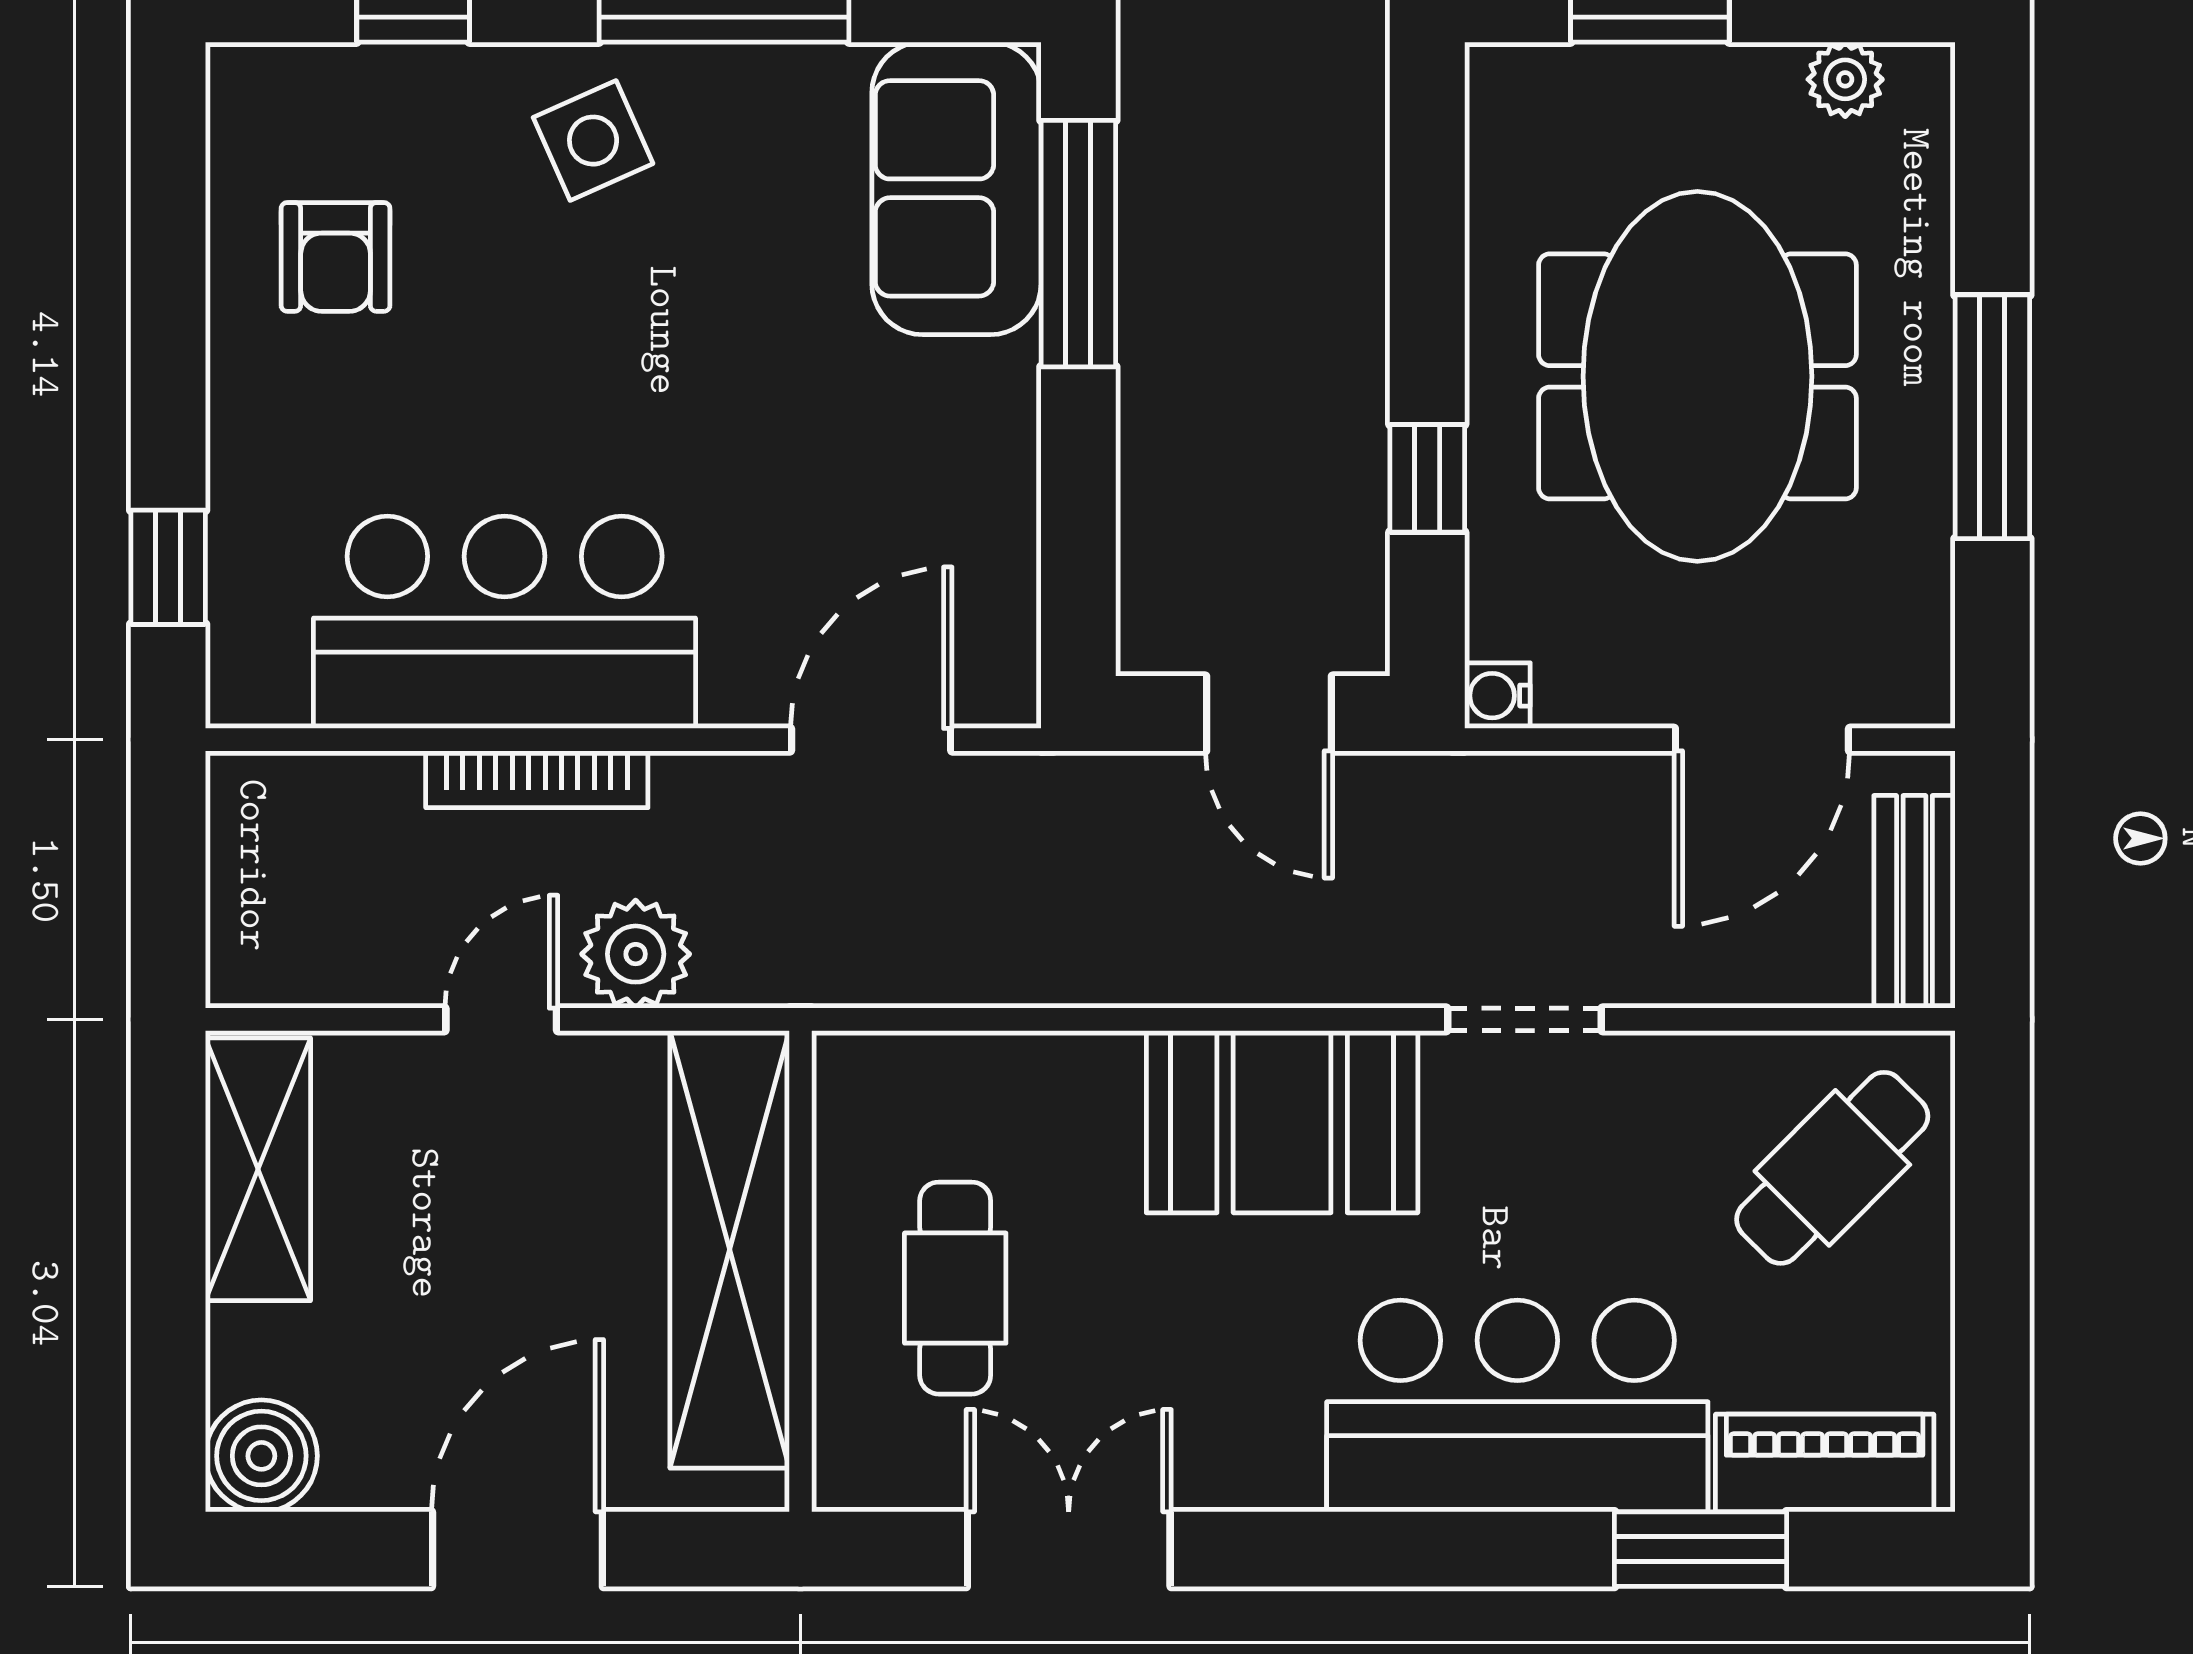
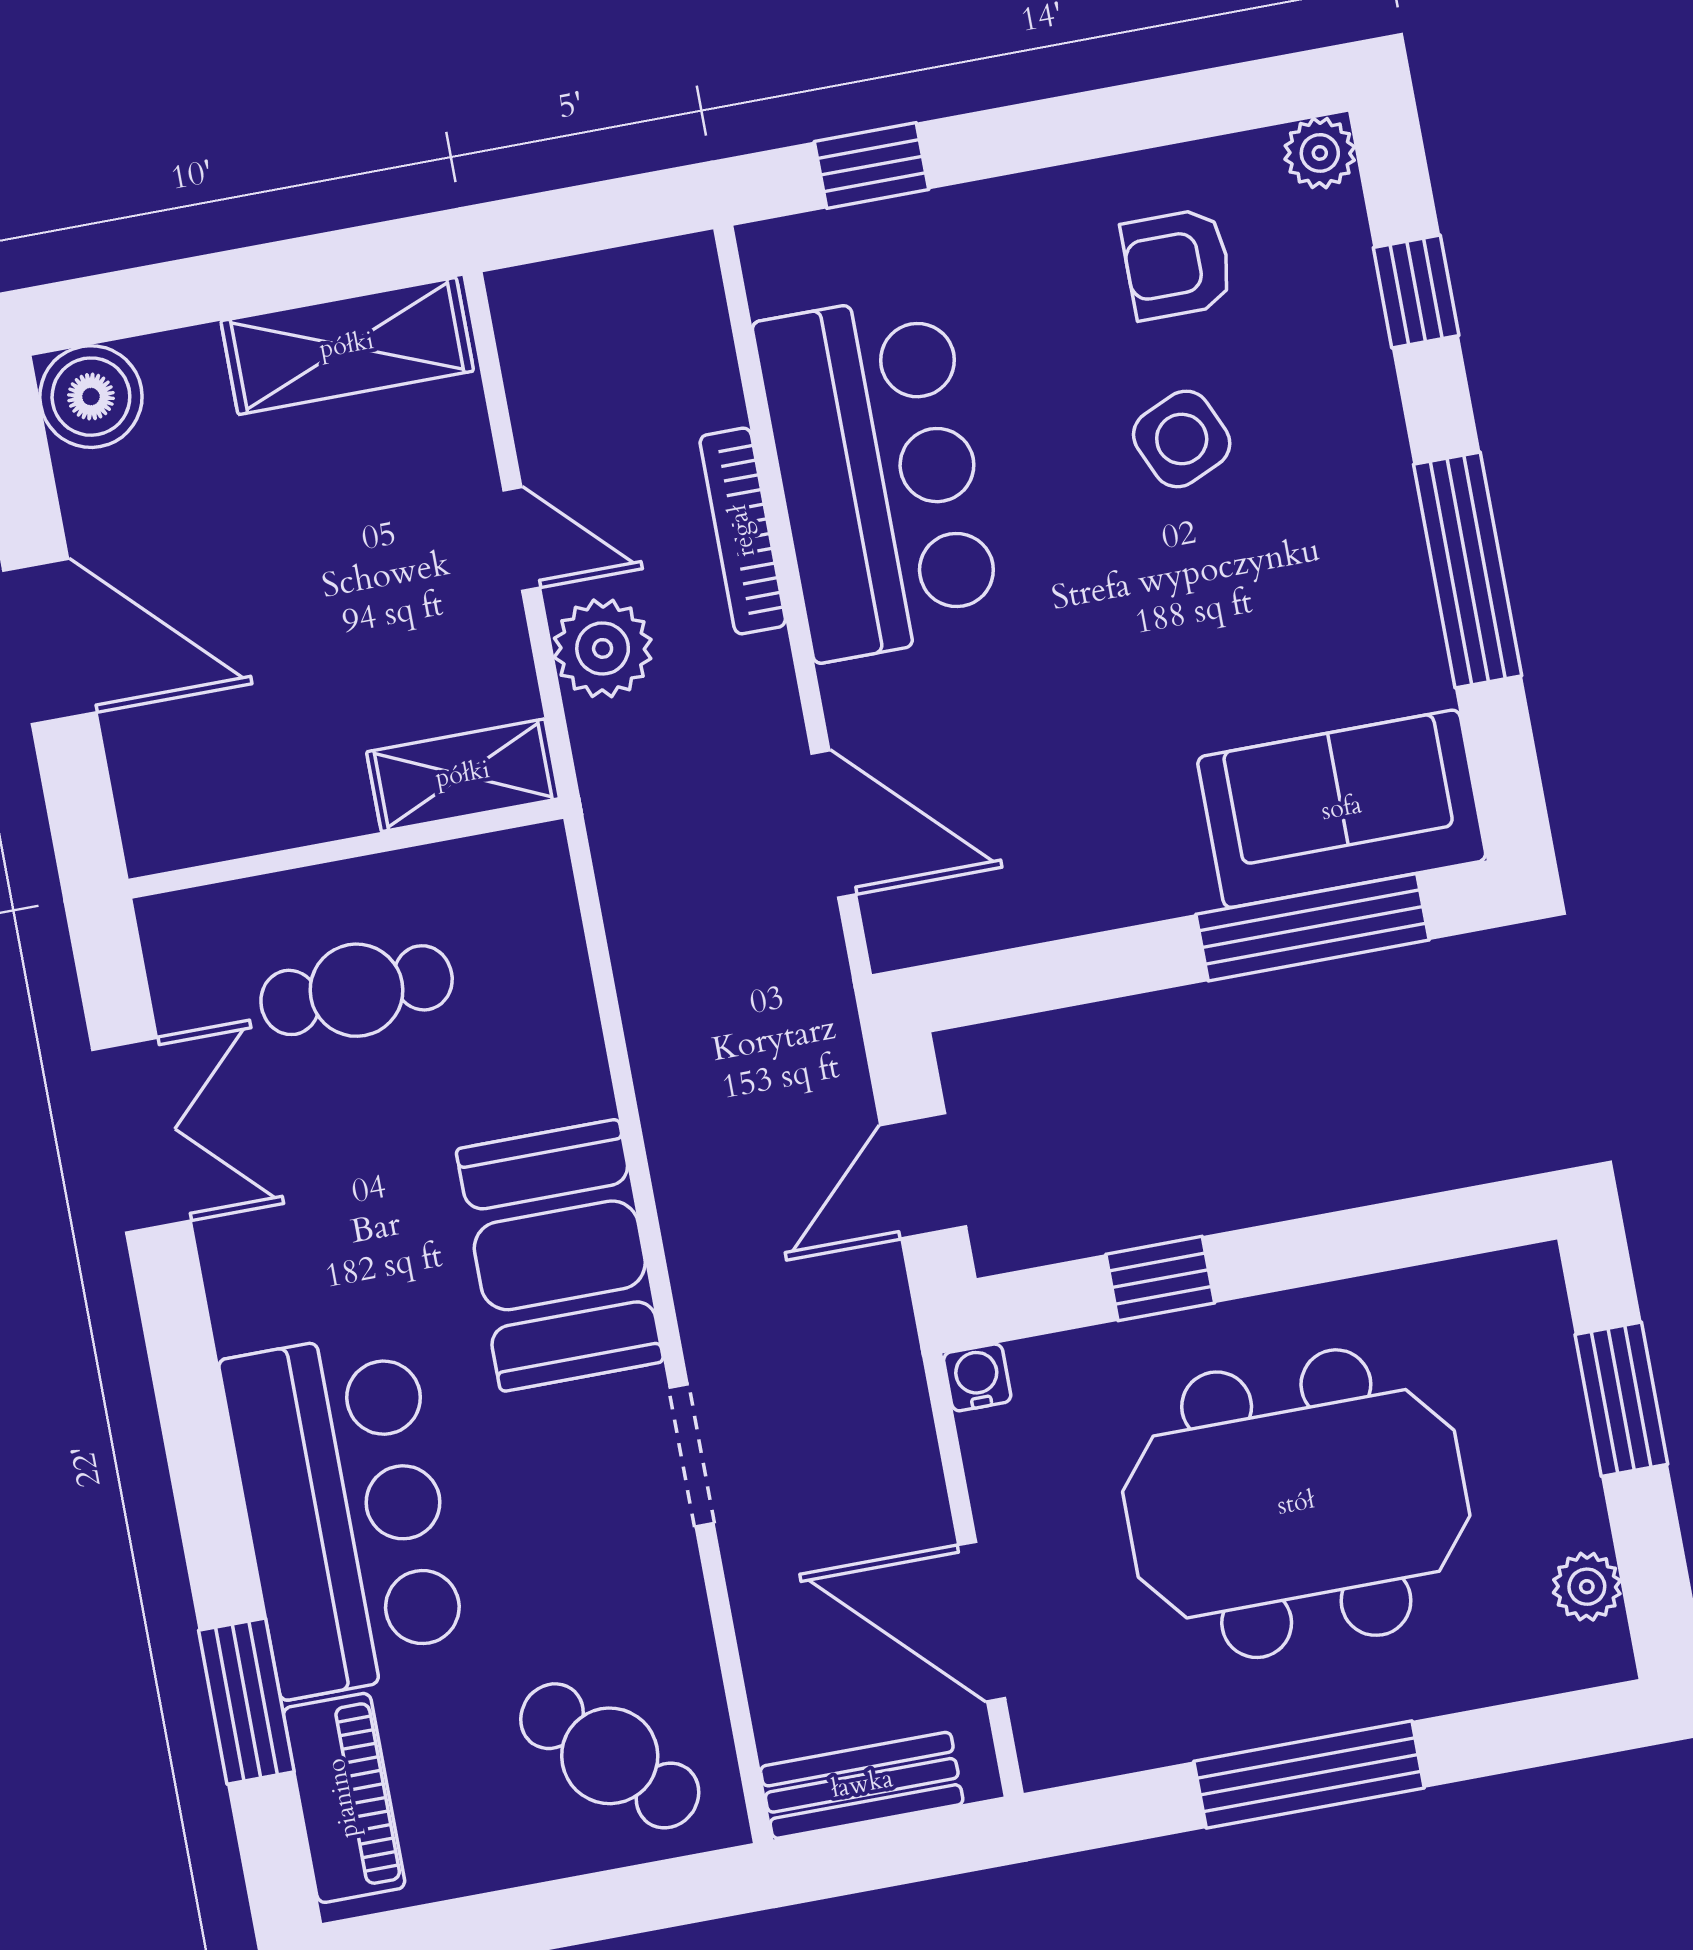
plant: (244, 81) -> (1320, 153), added
side table: (593, 141) -> (1182, 439), moved
shelving: (730, 1249) -> (463, 775), width x0.45, depth x0.75

